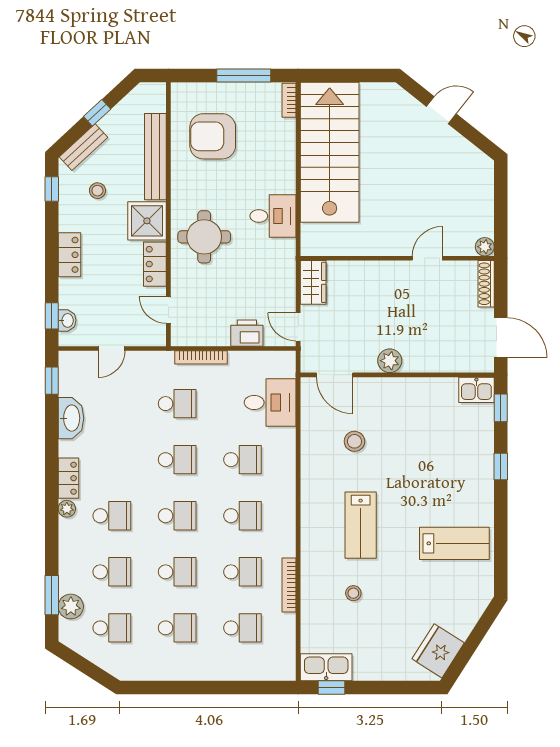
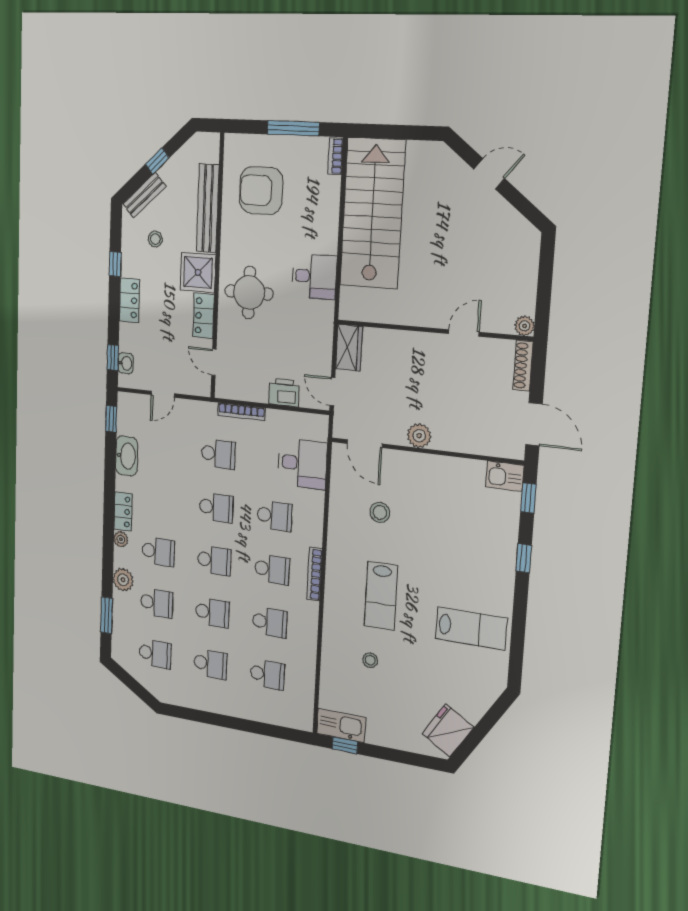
window: (52, 189) -> (115, 264), moved
bookcase: (289, 585) -> (315, 574), moved
plant: (71, 606) -> (123, 580), moved

